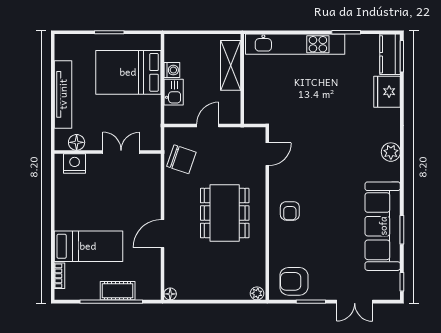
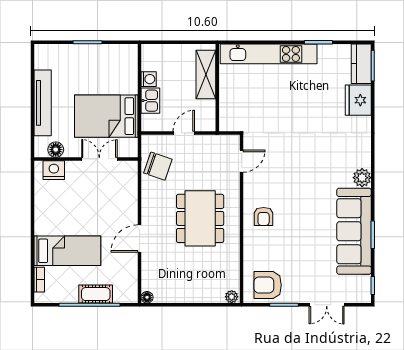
bed: (128, 72) -> (106, 116), moved
plant: (391, 152) -> (362, 178), moved

